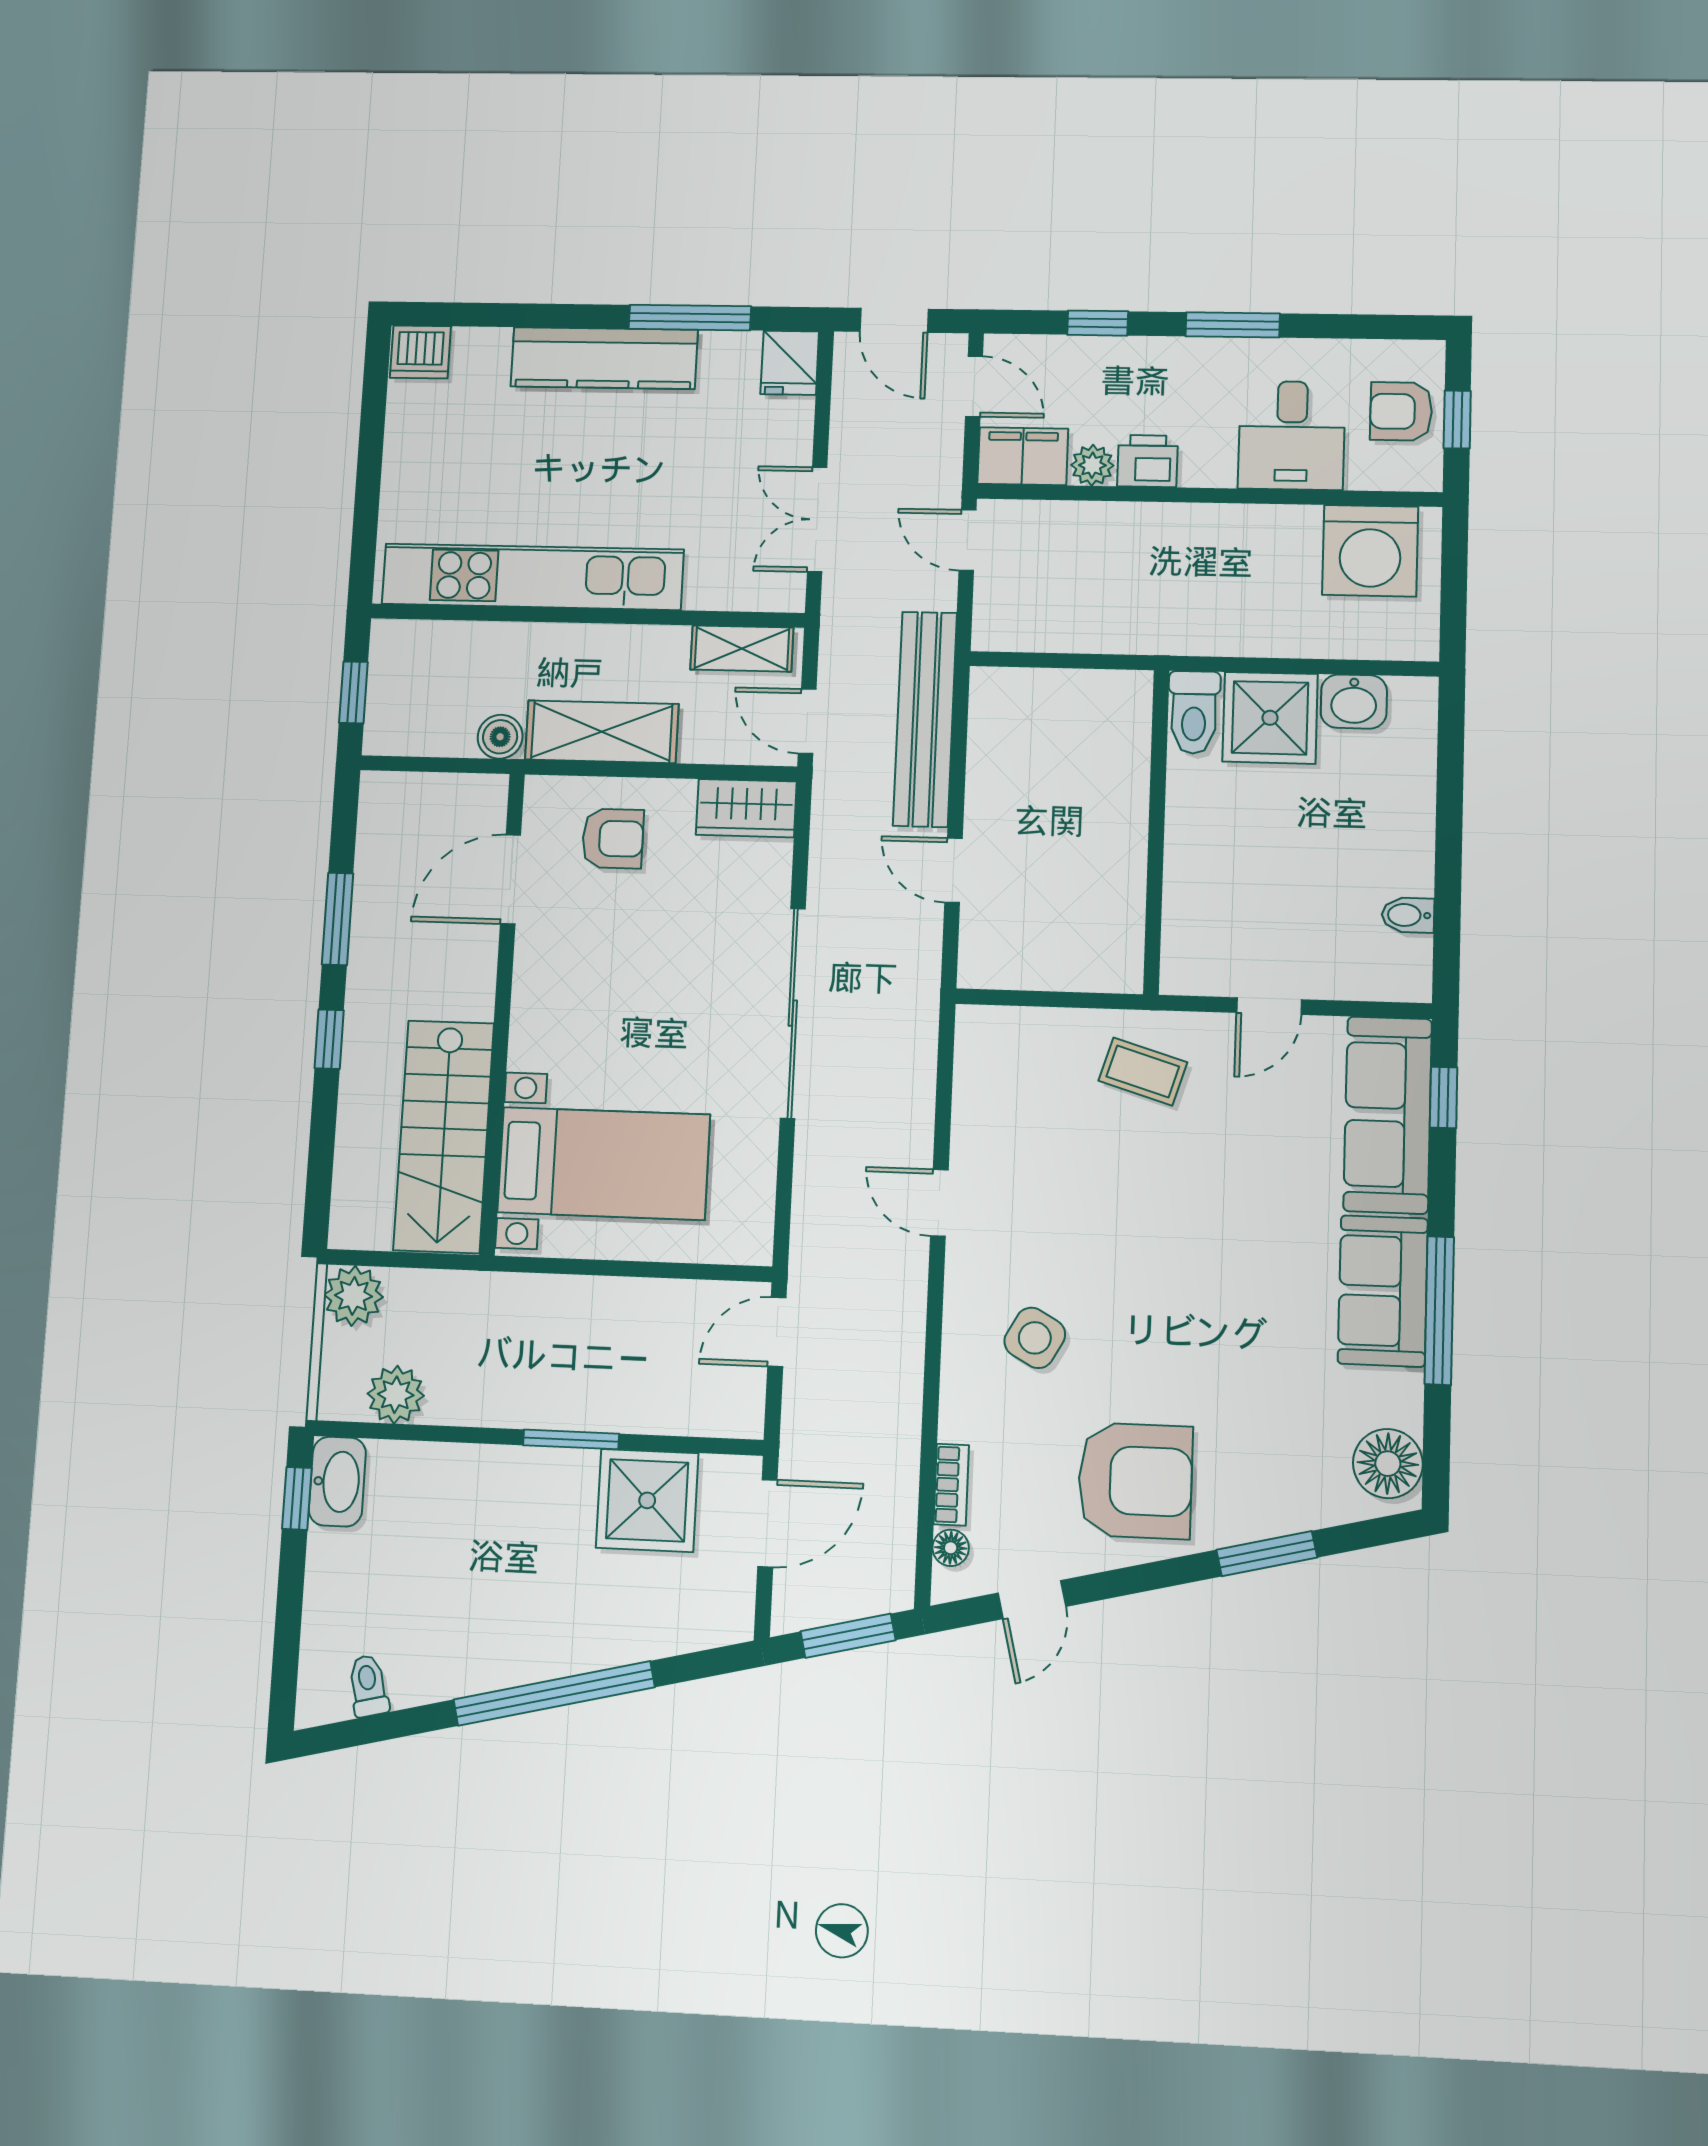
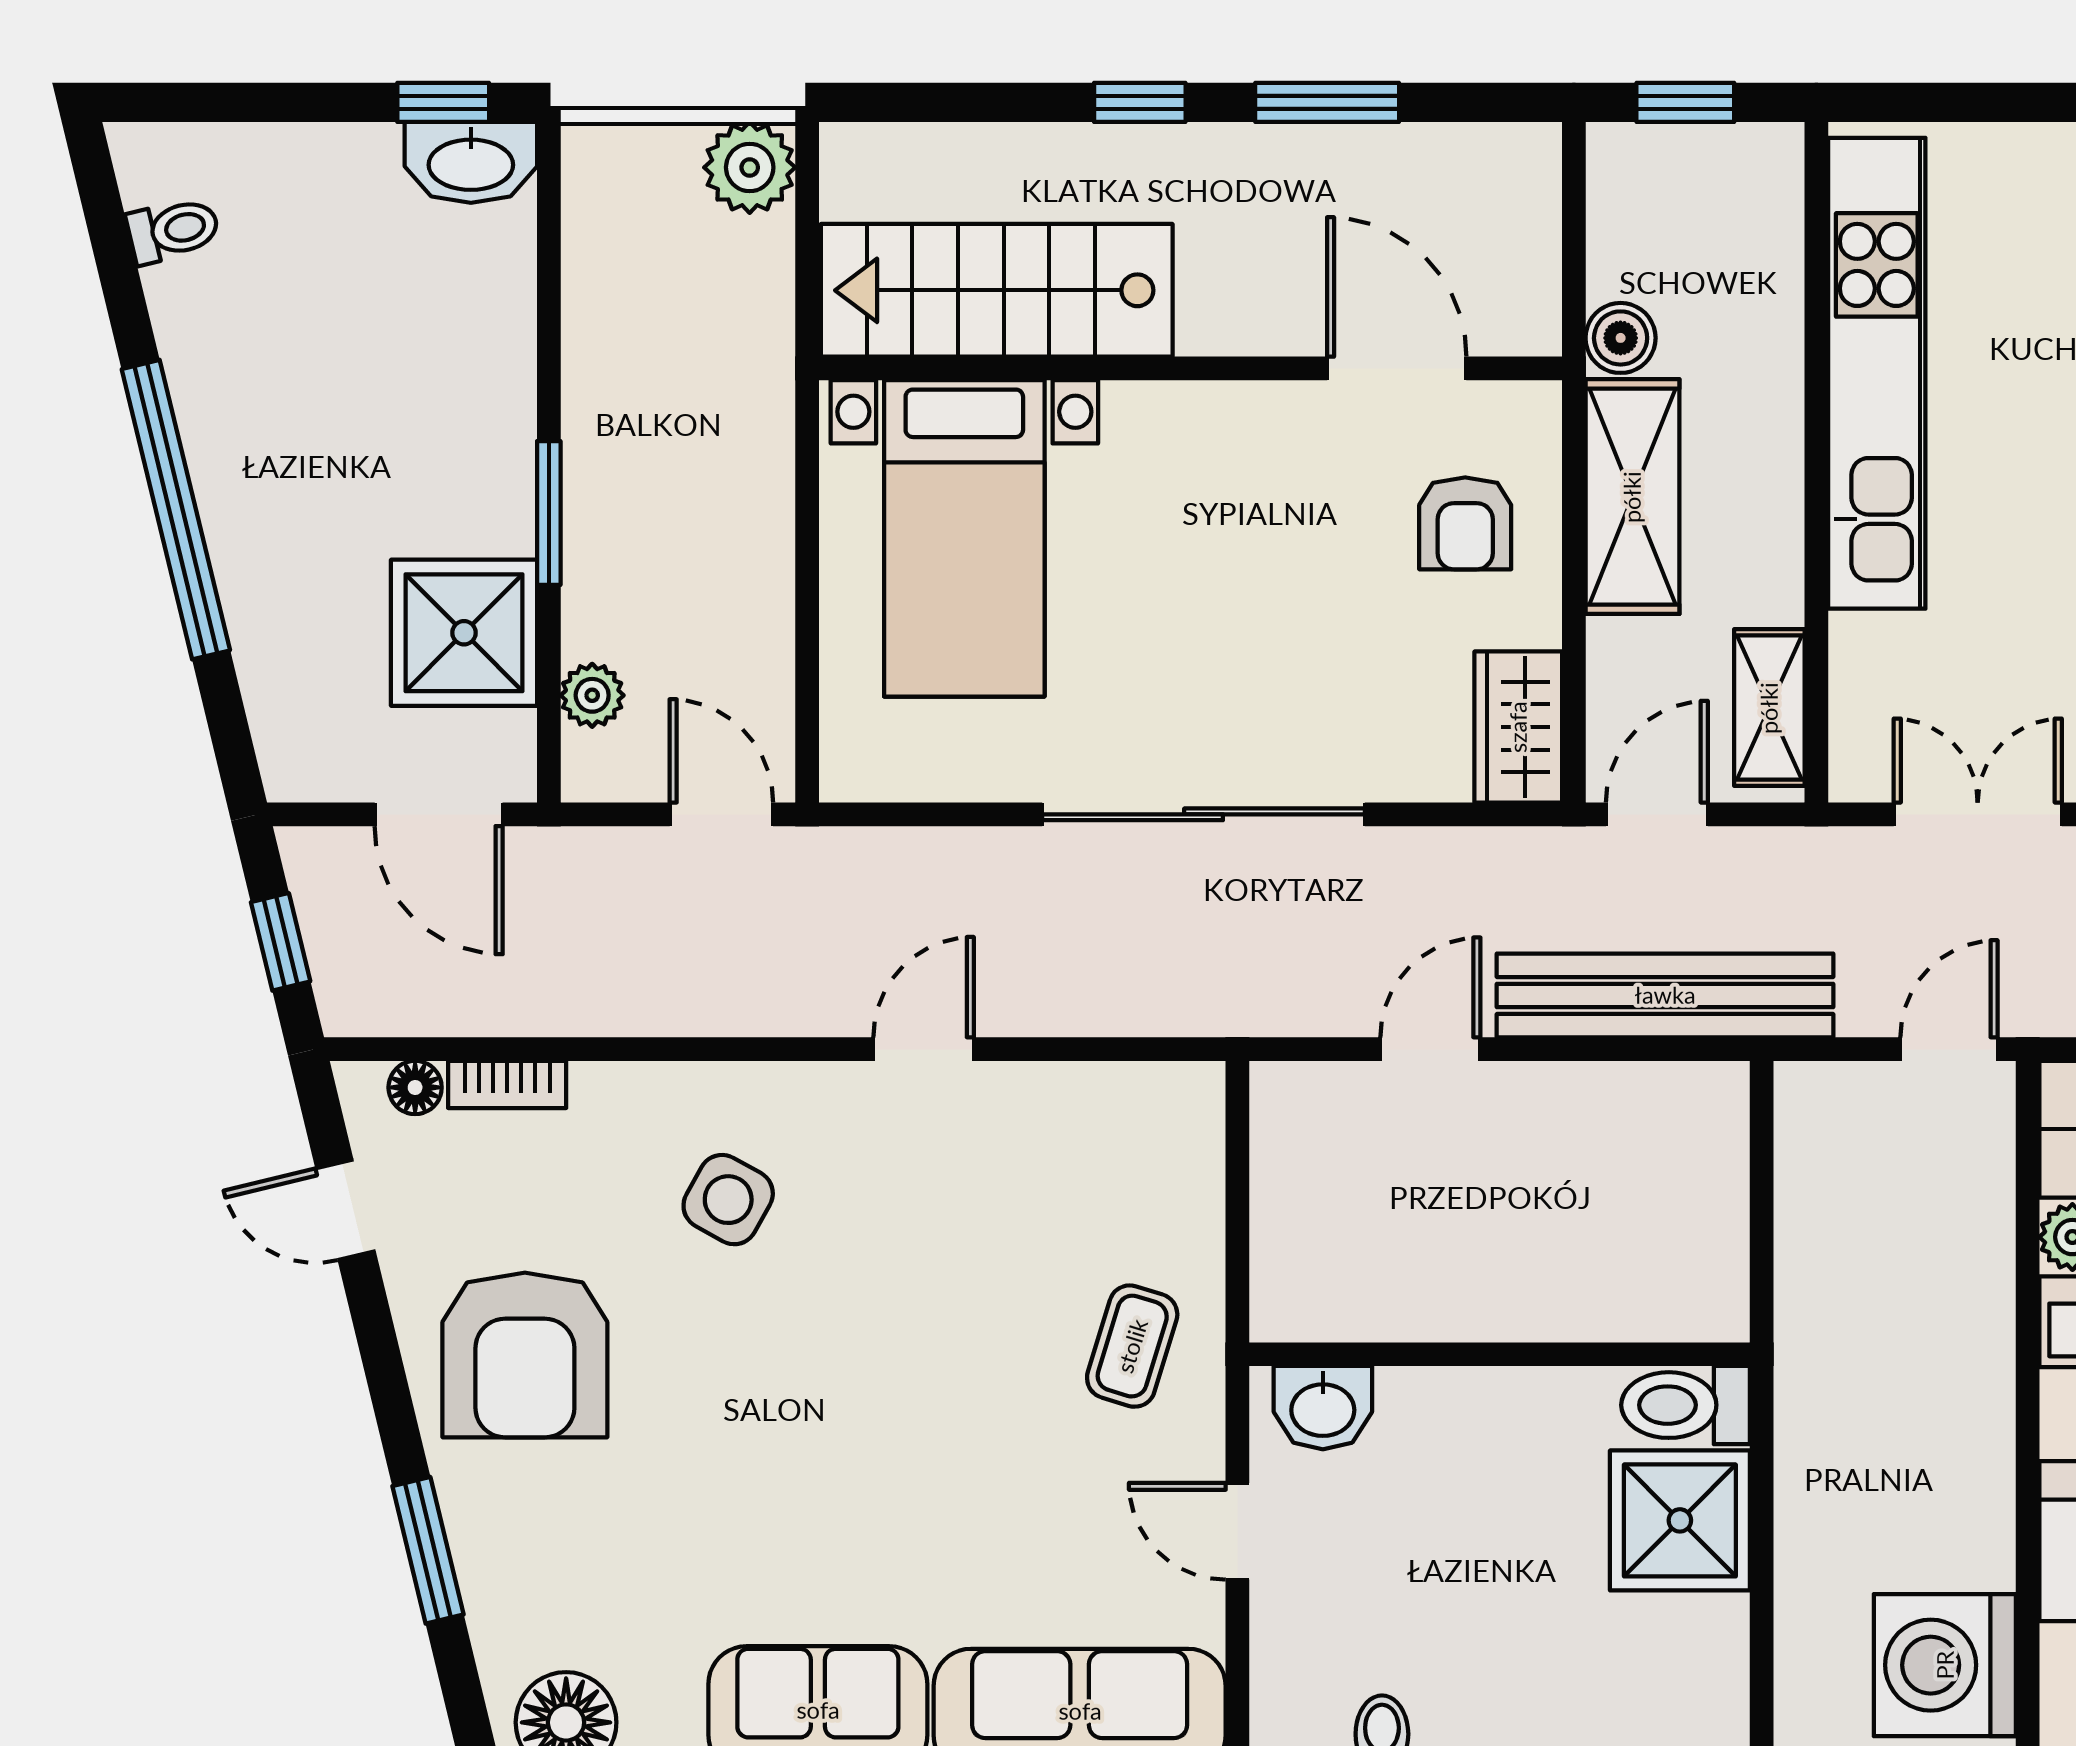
washbasin: (1354, 702) -> (1323, 1408), moved, turned -90
plant: (396, 1395) -> (592, 695), moved, width x0.73, depth x0.73
window: (848, 1636) -> (281, 942), width x0.67

